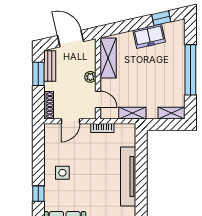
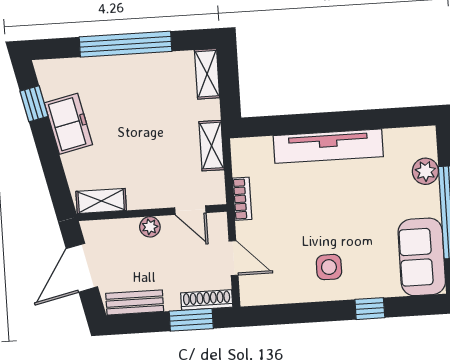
shelving: (108, 58) -> (101, 201), width x0.67, depth x0.75
window: (38, 74) -> (191, 320), moved
door: (98, 99) -> (190, 210), swing flipped

